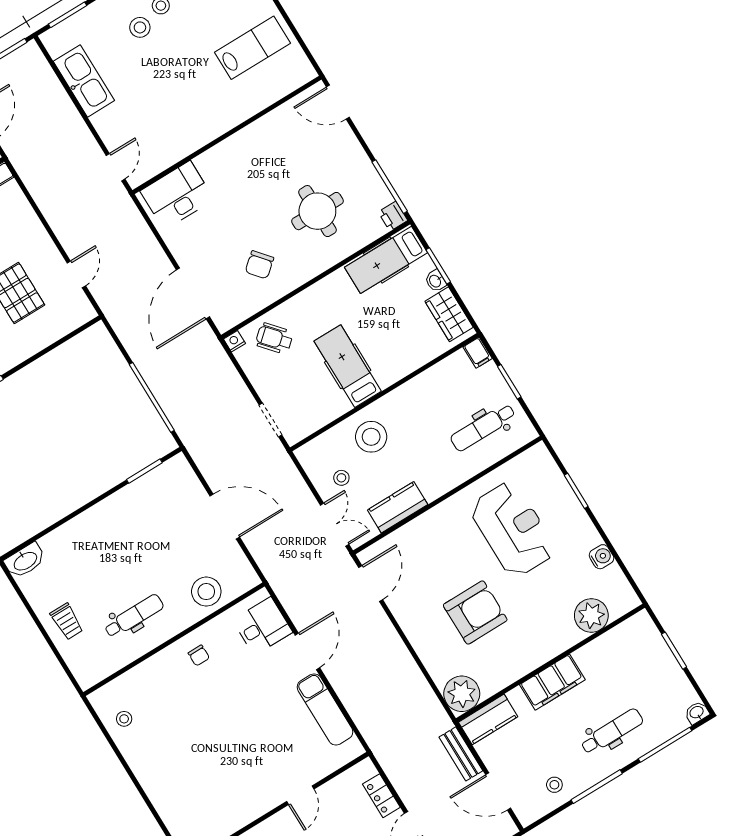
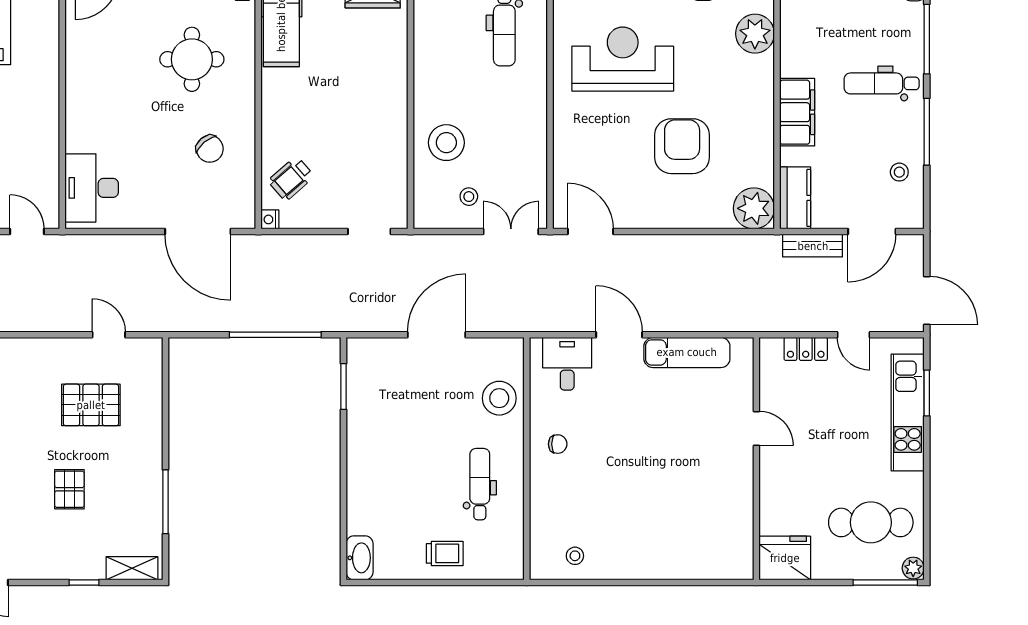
hospital bed: (348, 366) -> (363, 123), removed
kitchen counter: (398, 507) -> (532, 159), removed
dental chair: (612, 732) -> (882, 83), turned -90

